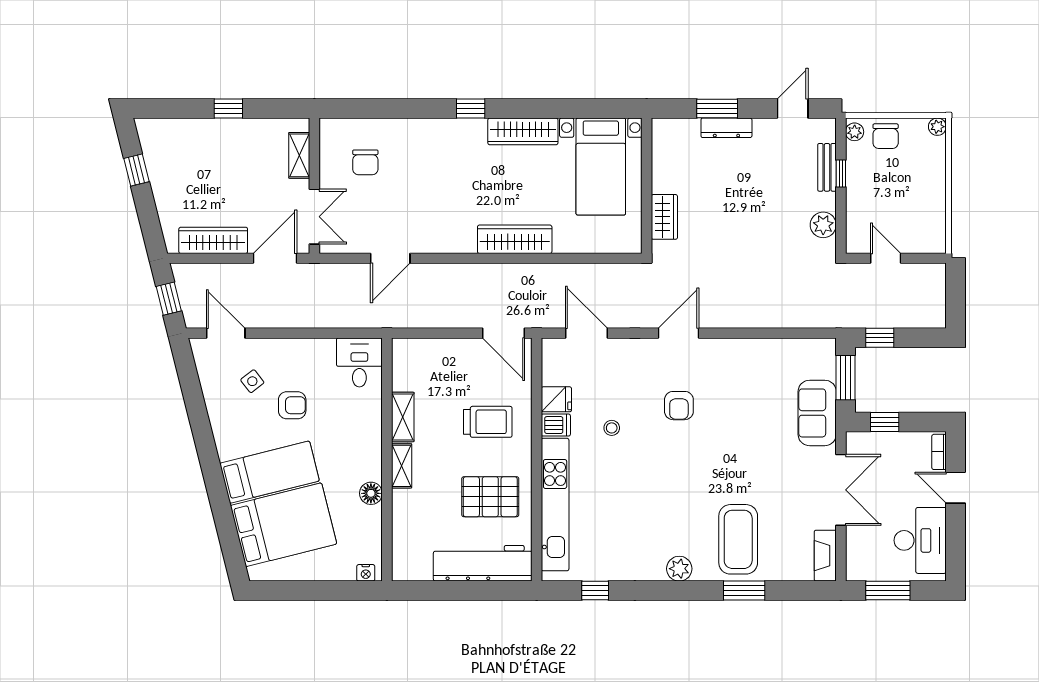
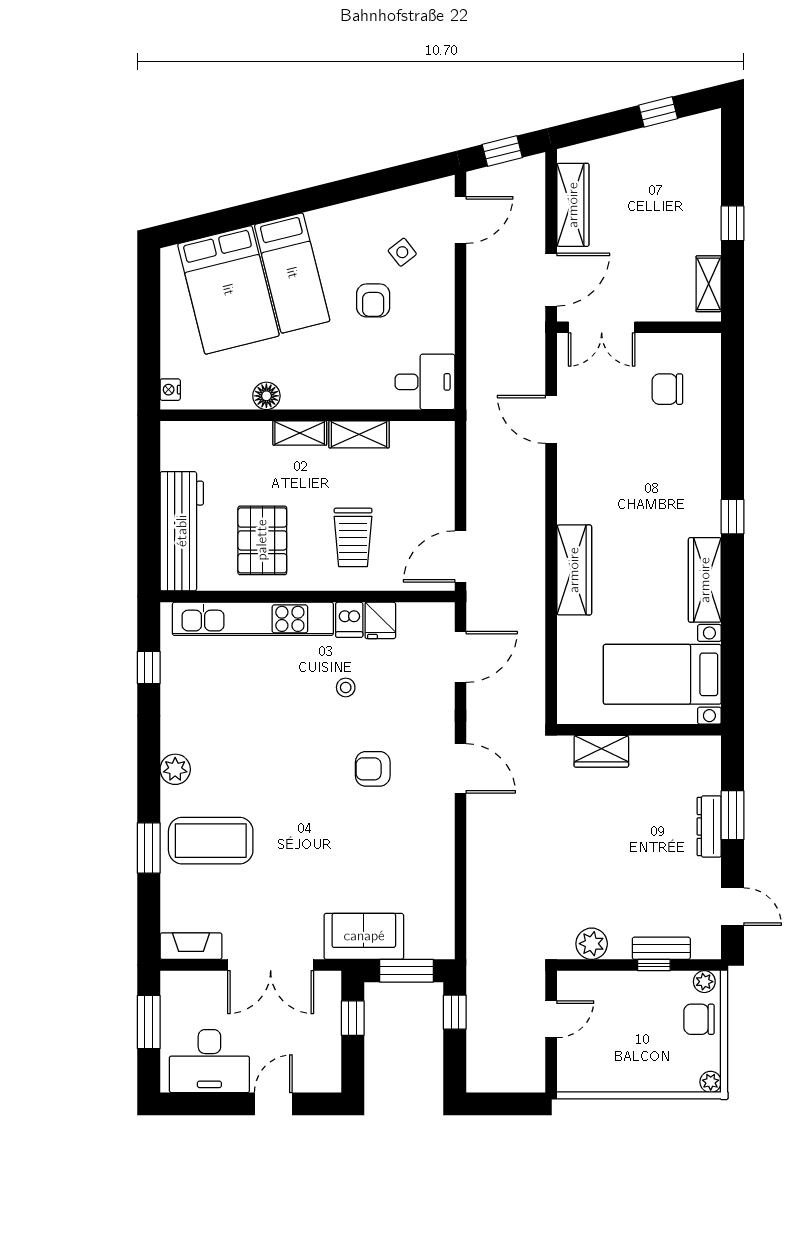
shelving: (299, 155) -> (709, 284), moved, turned 90
door: (275, 258) -> (551, 280), hinge flipped
bookcase: (939, 452) -> (317, 1084), removed

